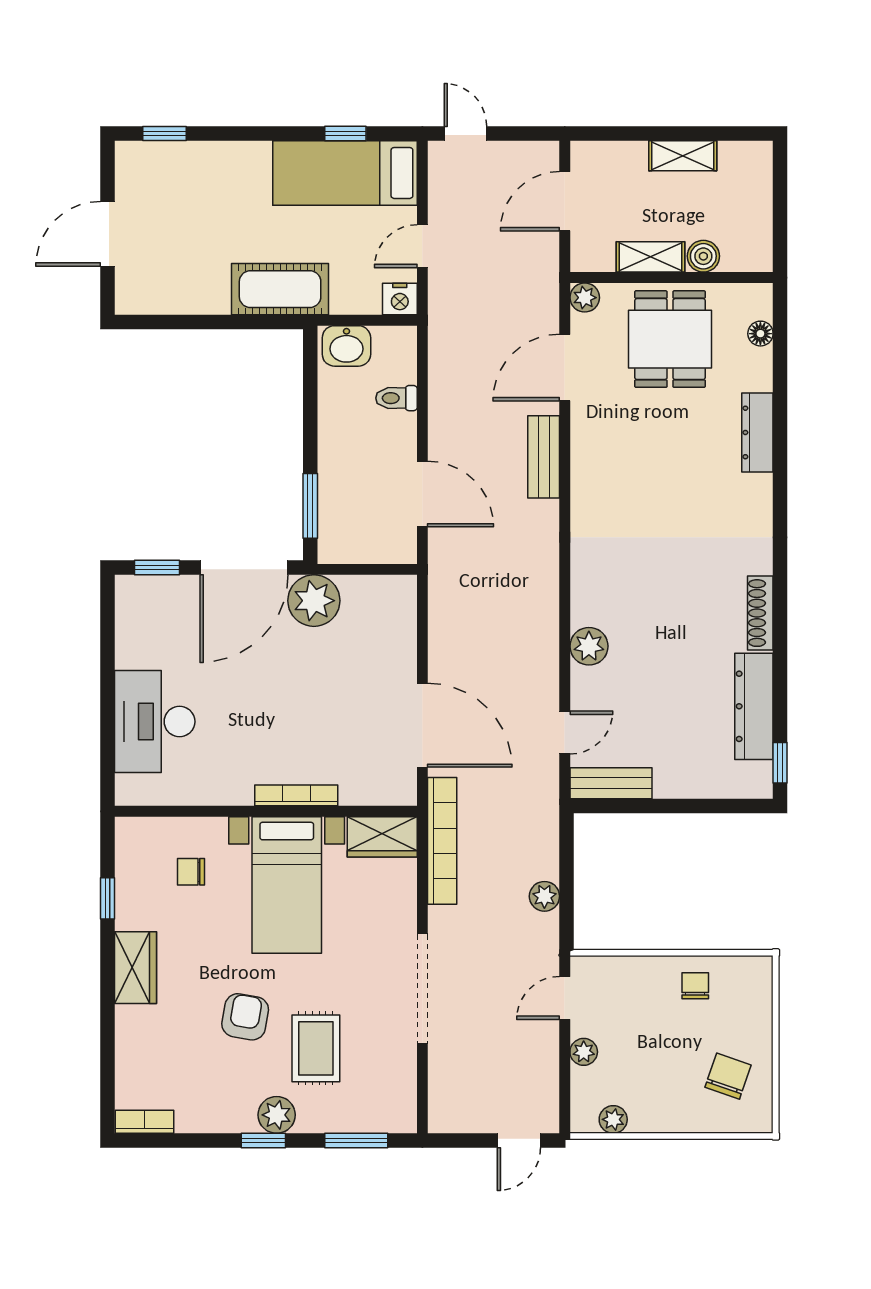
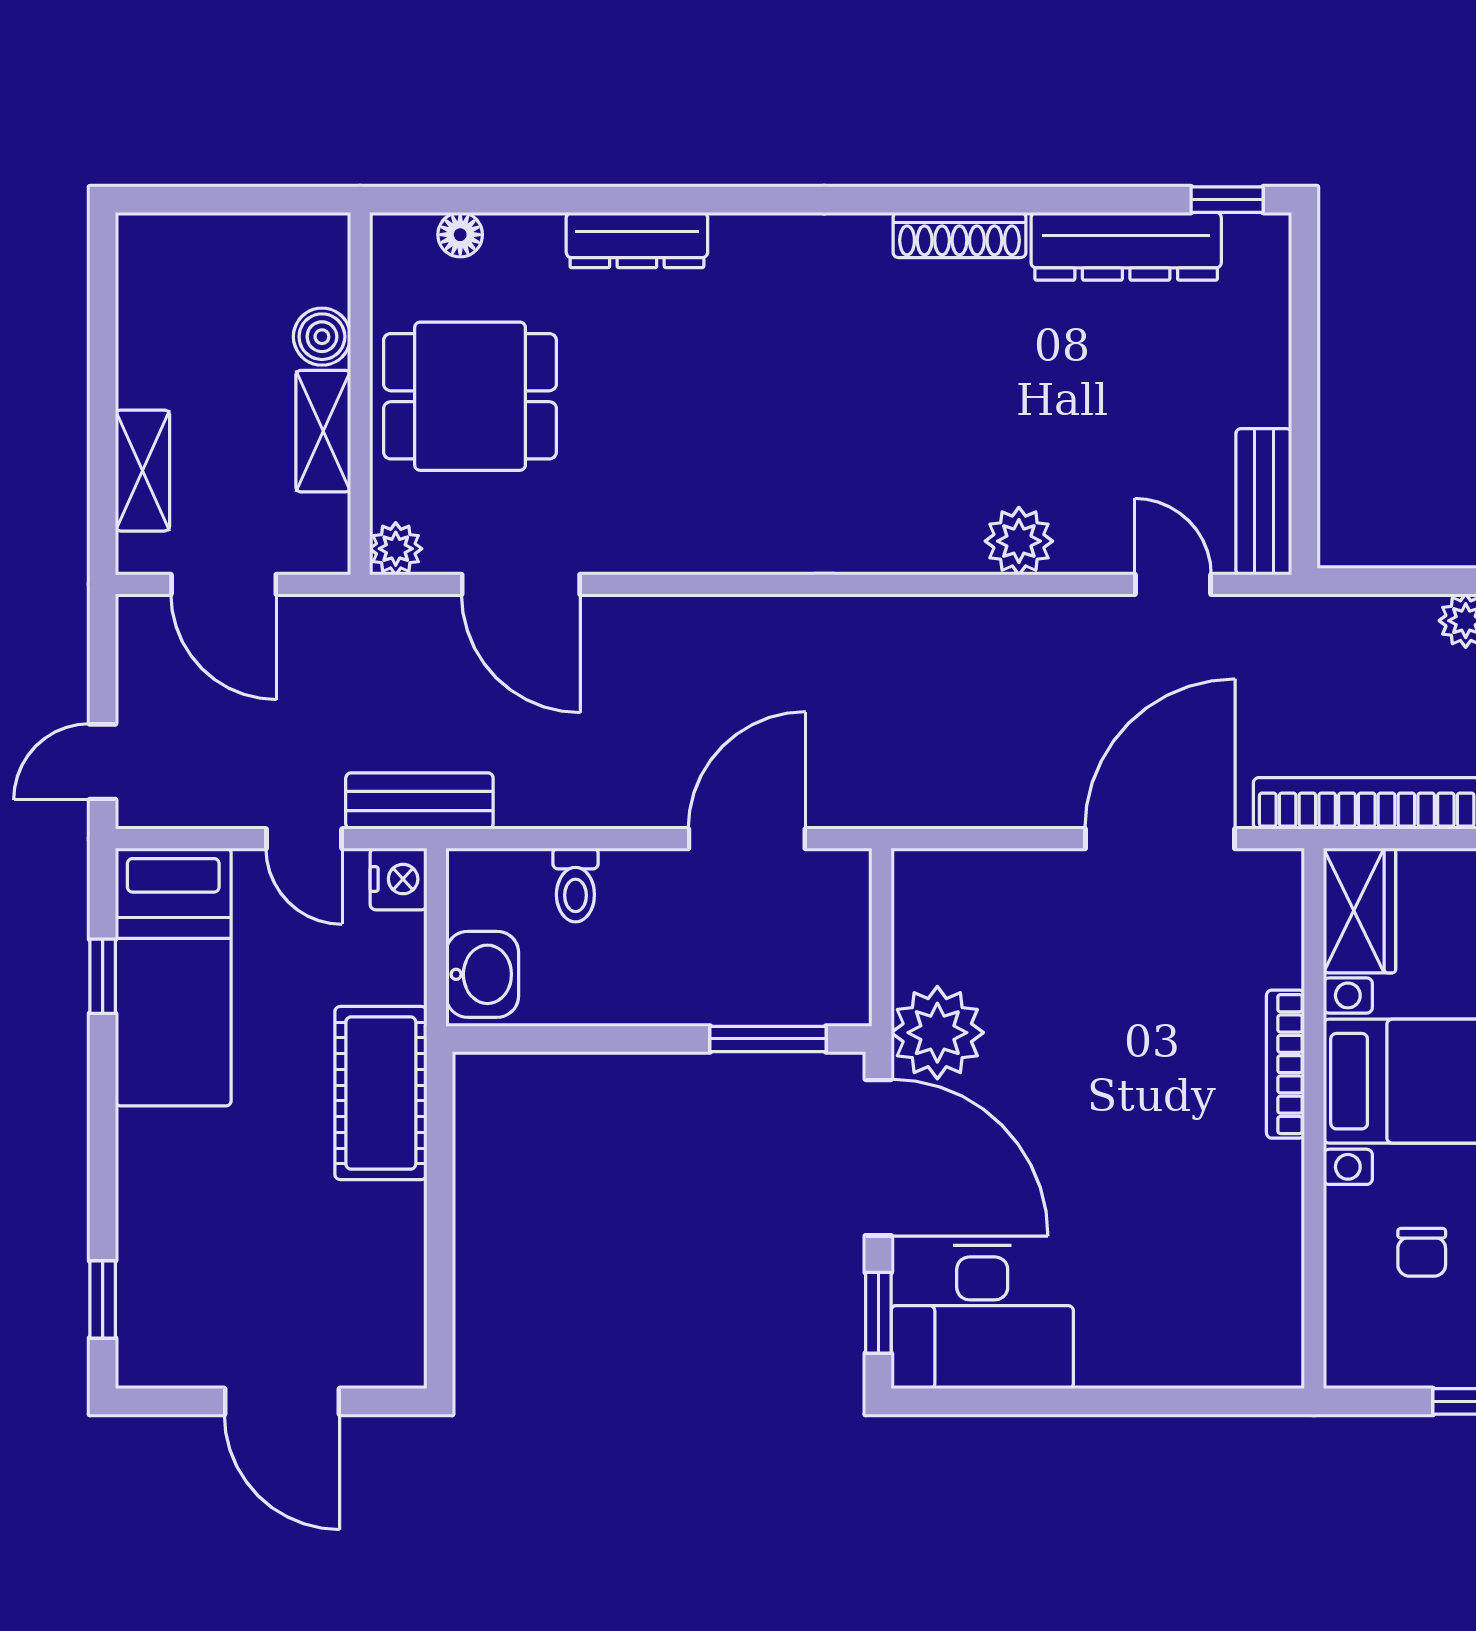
shelving: (683, 156) -> (142, 471), moved
bench: (544, 457) -> (419, 801), moved
desk: (155, 722) -> (982, 1317), moved

